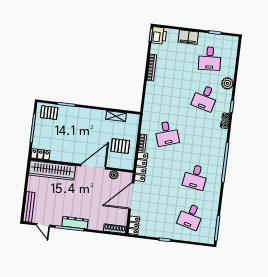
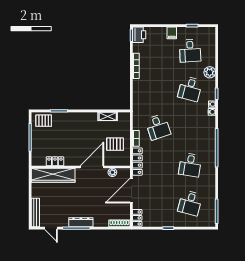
filing cabinet: (188, 37) -> (172, 33), width x0.50
locker: (41, 154) -> (55, 161), moved

